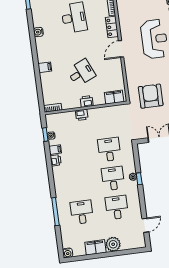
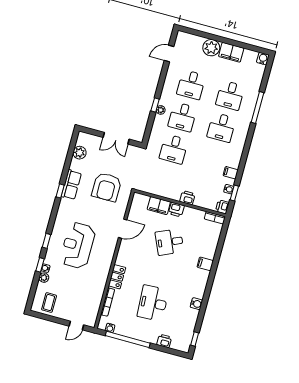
door: (121, 49) -> (123, 229), moved
filing cabinet: (114, 97) -> (159, 206), moved
printer: (56, 160) -> (222, 207), moved
desk: (78, 183) -> (221, 127), added

